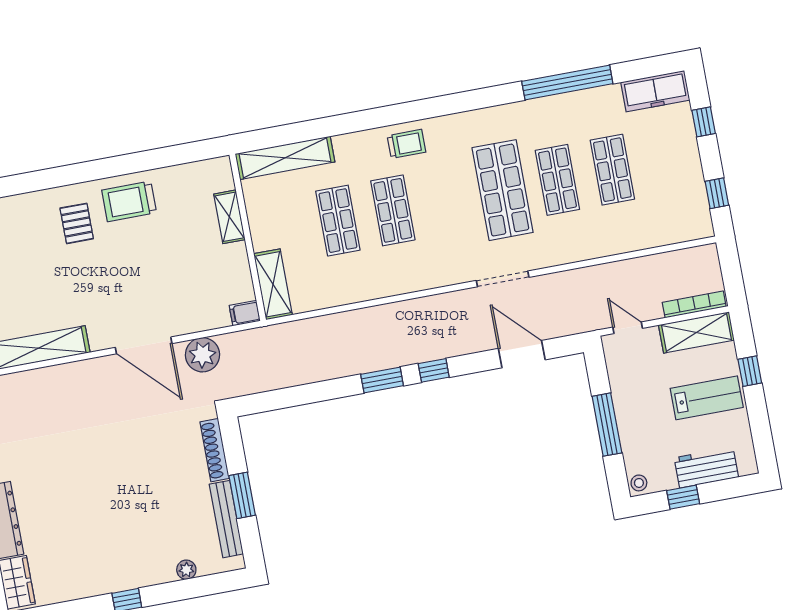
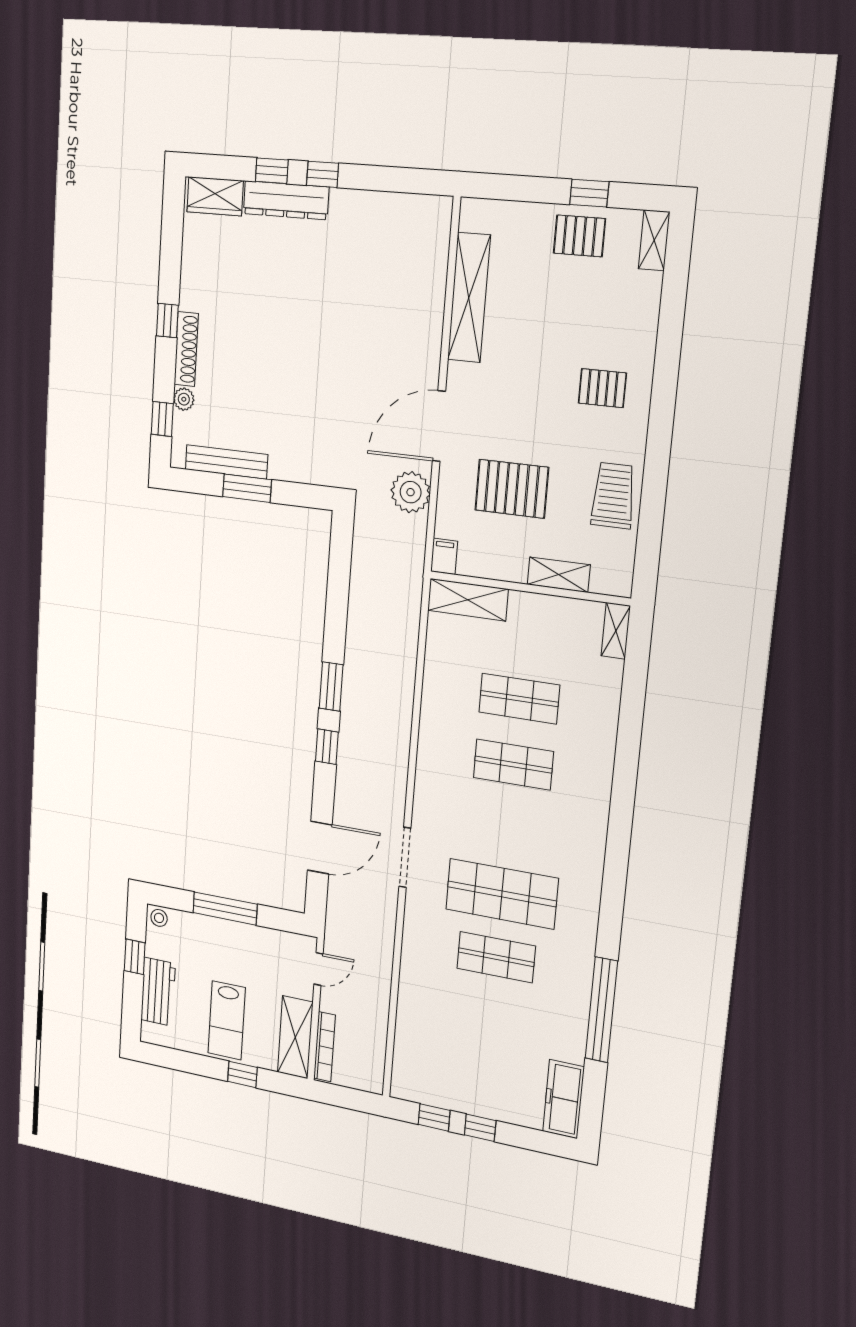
window: (704, 122) -> (480, 1128), moved
trolley: (406, 144) -> (584, 807), removed
shelving: (285, 158) -> (616, 631), width x0.45, depth x0.75
shop shelf: (612, 170) -> (490, 1020), removed
trolley: (129, 201) -> (613, 496), moved
pallet: (175, 273) -> (512, 489), added
shoe rack: (215, 450) -> (186, 349), moved, turned 90
window: (208, 585) -> (162, 419), added

